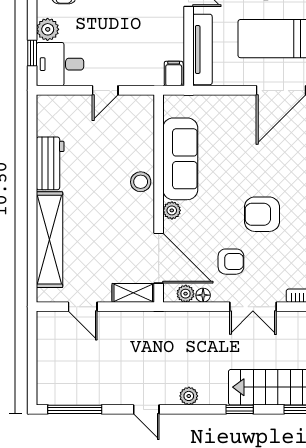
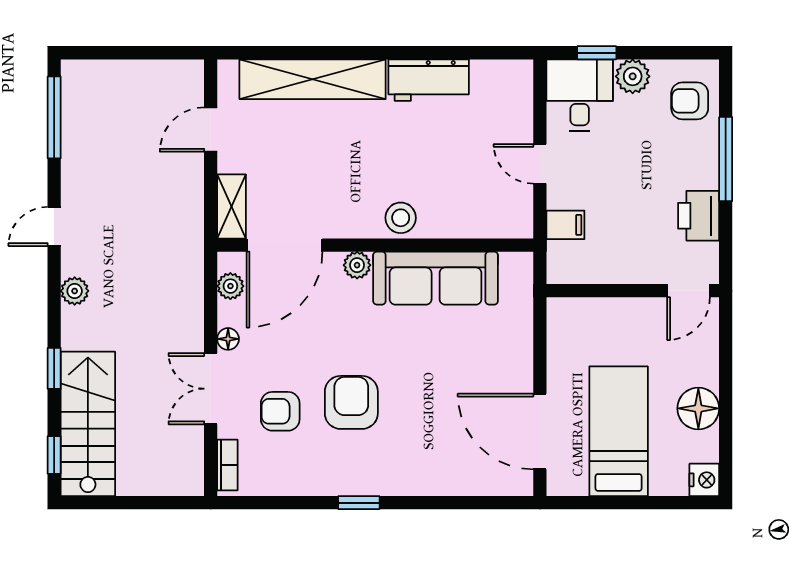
tv unit: (202, 49) -> (602, 312), removed
filing cabinet: (174, 73) -> (565, 225), moved
armchair: (231, 262) -> (280, 411), moved, turned 90
floor lamp: (203, 295) -> (228, 339), moved

